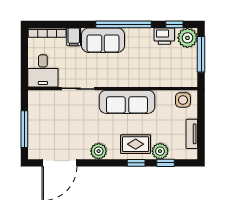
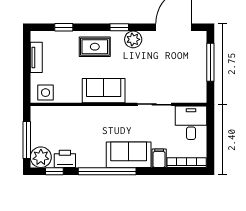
sofa: (127, 102) -> (104, 91), width x0.73
plant: (160, 151) -> (69, 39), removed
window: (136, 163) -> (119, 27), moved

